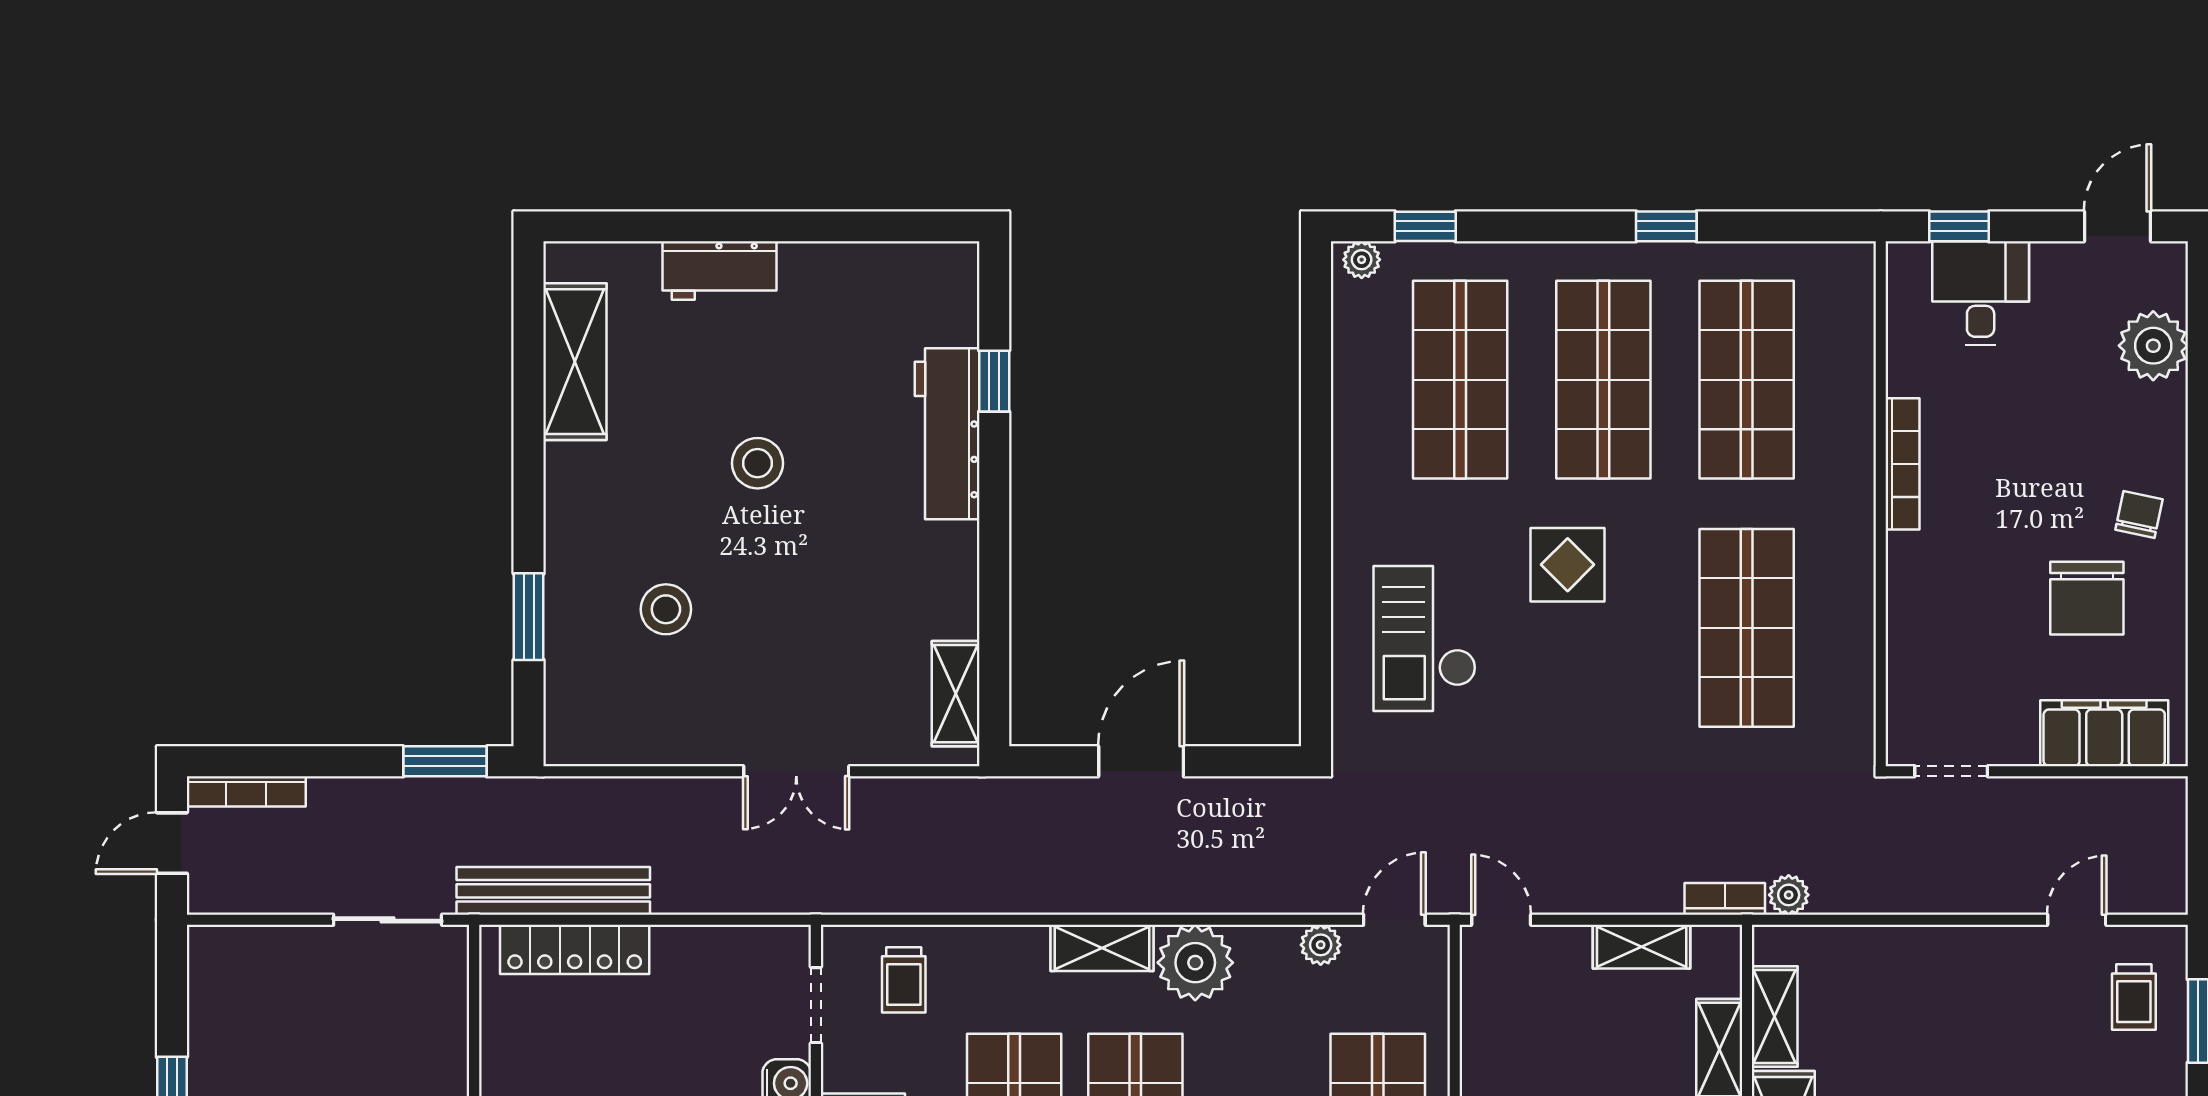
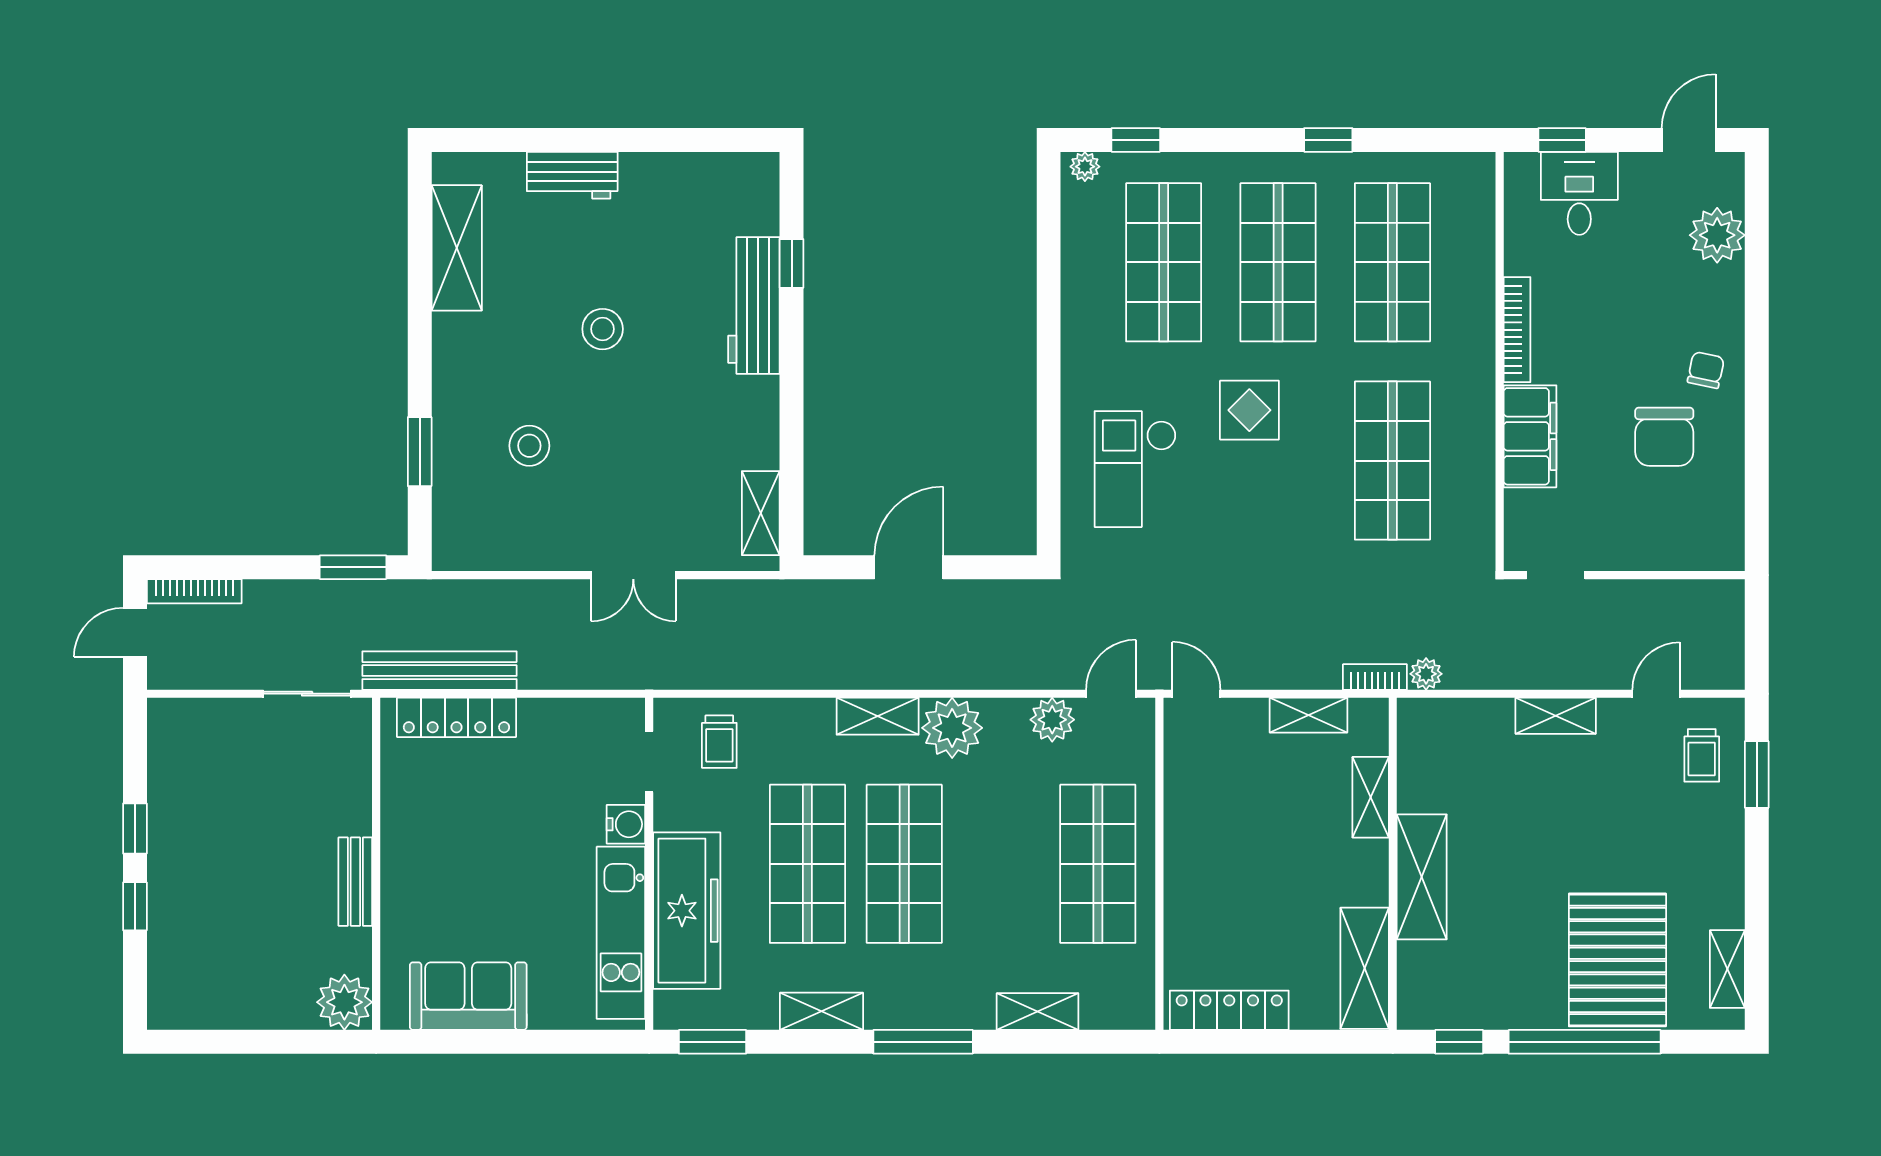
filing cabinet: (2104, 733) -> (1530, 436), moved, turned 90
plant: (1321, 945) -> (1052, 720), width x1.38, depth x1.38
shelving: (1775, 1016) -> (1556, 716), moved, turned 90

